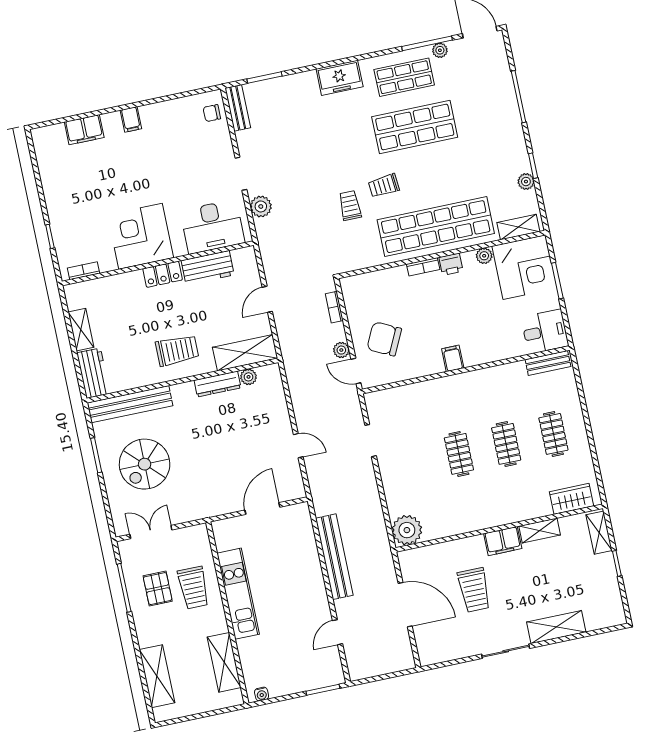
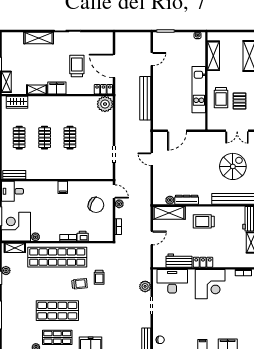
printer: (451, 264) -> (83, 236), moved
locker: (416, 557) -> (103, 89), added
trolley: (193, 588) -> (221, 98), turned 180

